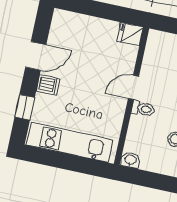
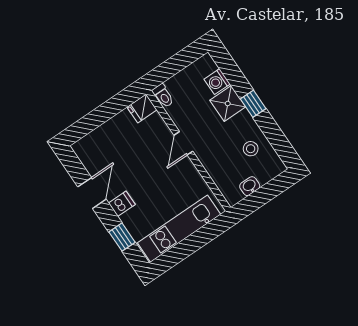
toilet: (143, 109) -> (163, 96), moved, turned 90
washbasin: (130, 160) -> (250, 186), moved

